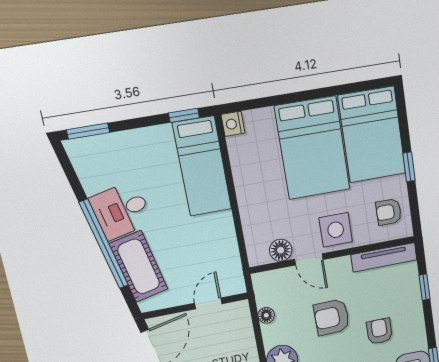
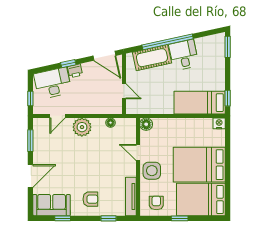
floor lamp: (281, 250) -> (146, 124), moved
door: (309, 259) -> (138, 153), hinge flipped
armchair: (332, 317) -> (102, 160), removed
armchair: (379, 331) -> (90, 199), moved

